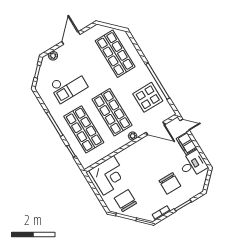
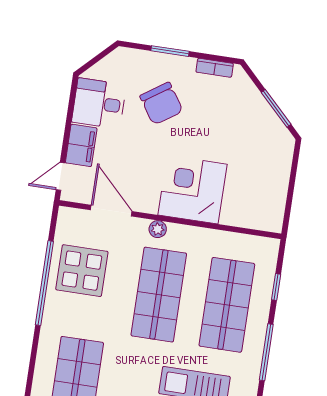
door: (185, 125) -> (61, 176), hinge flipped
corner desk: (109, 175) -> (193, 190), moved
chair: (170, 183) -> (161, 104), turned 146
chair: (125, 201) -> (255, 135), removed

